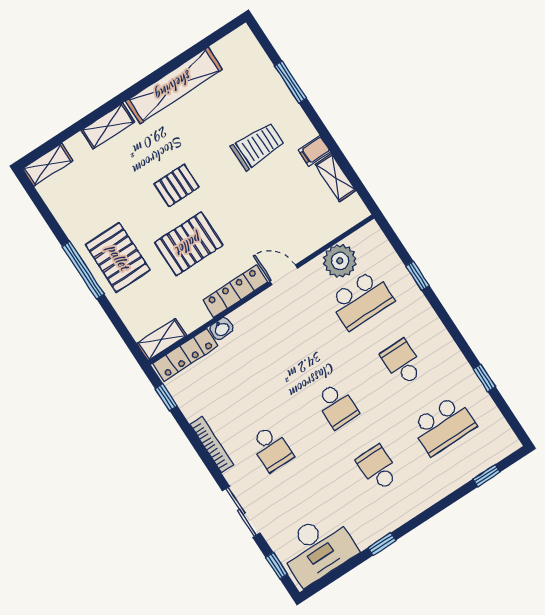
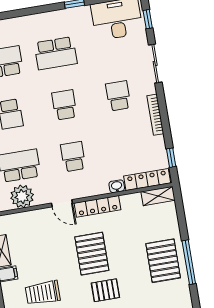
pallet: (189, 244) -> (92, 254), moved, turned 90
school desk: (296, 343) -> (73, 157), added
school desk: (378, 468) -> (56, 53), width x1.85

